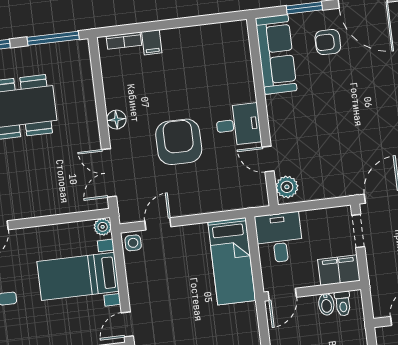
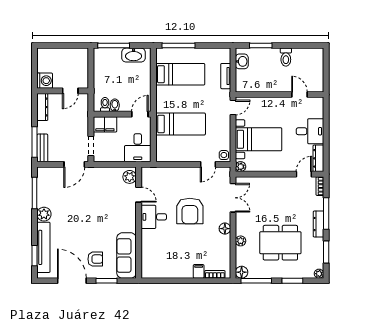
floor lamp: (79, 50) -> (242, 272), added
plant: (88, 102) -> (241, 241), added
bed: (232, 261) -> (181, 124), moved, turned 90

